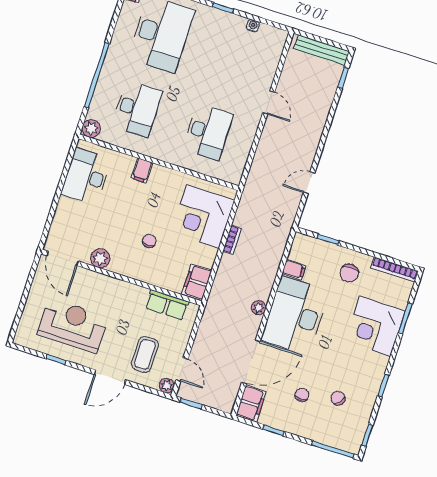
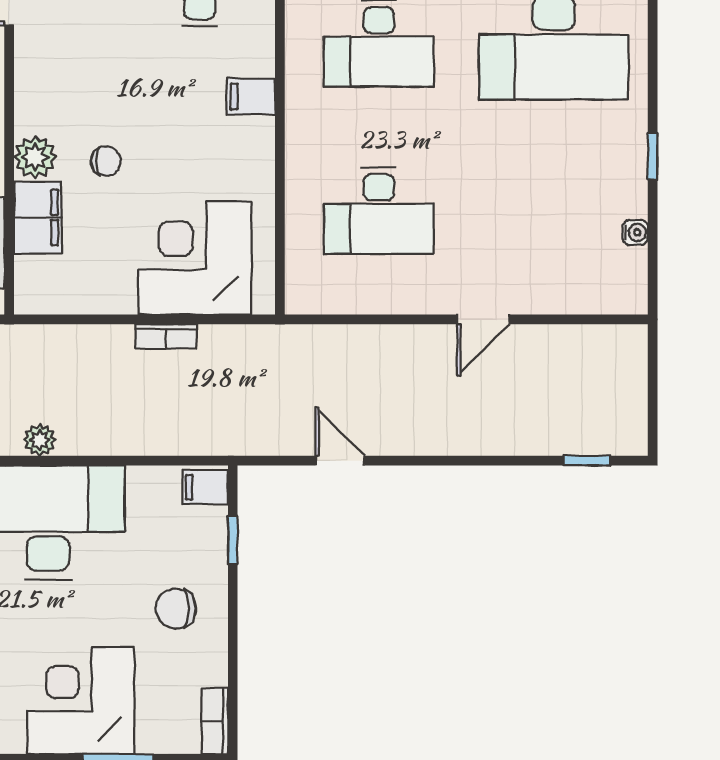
bench: (322, 50) -> (631, 396), removed
plant: (100, 258) -> (35, 157), moved
bookcase: (395, 269) -> (215, 721), width x0.64
filing cabinet: (294, 270) -> (205, 487), moved, turned 90
filing cabinet: (197, 282) -> (38, 218), moved, turned 90

